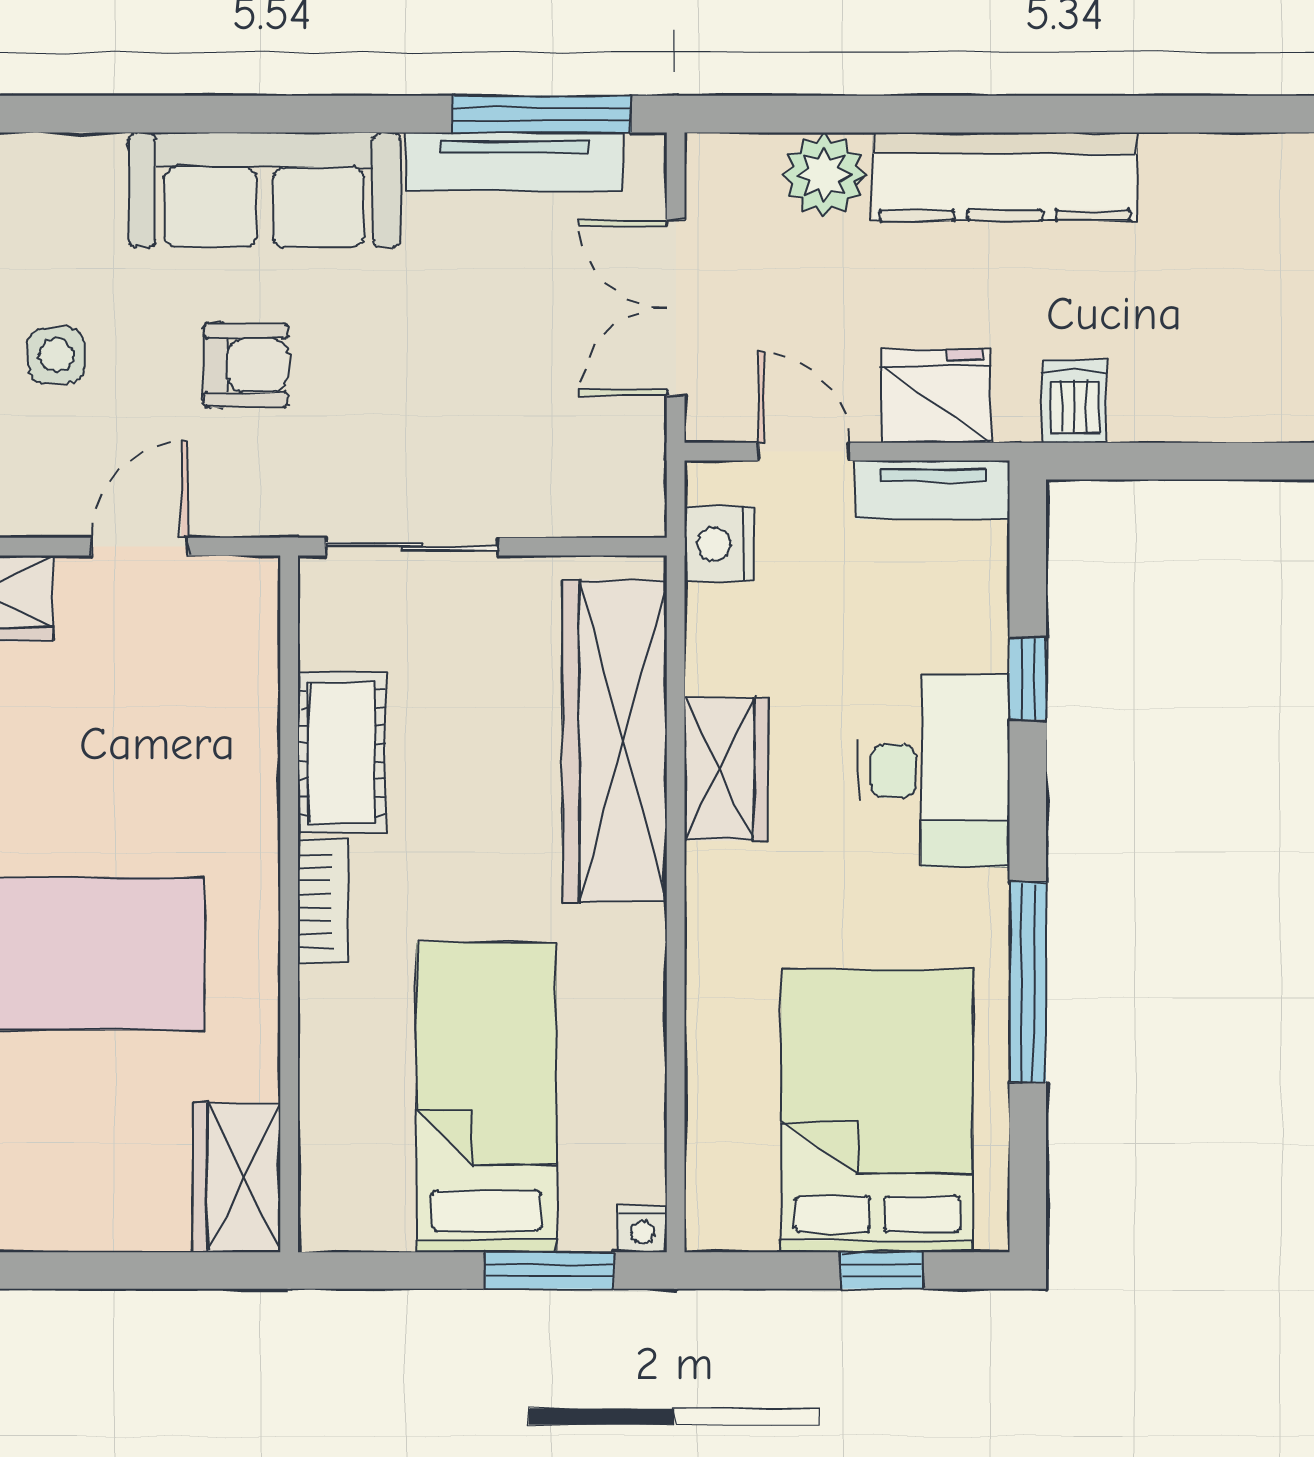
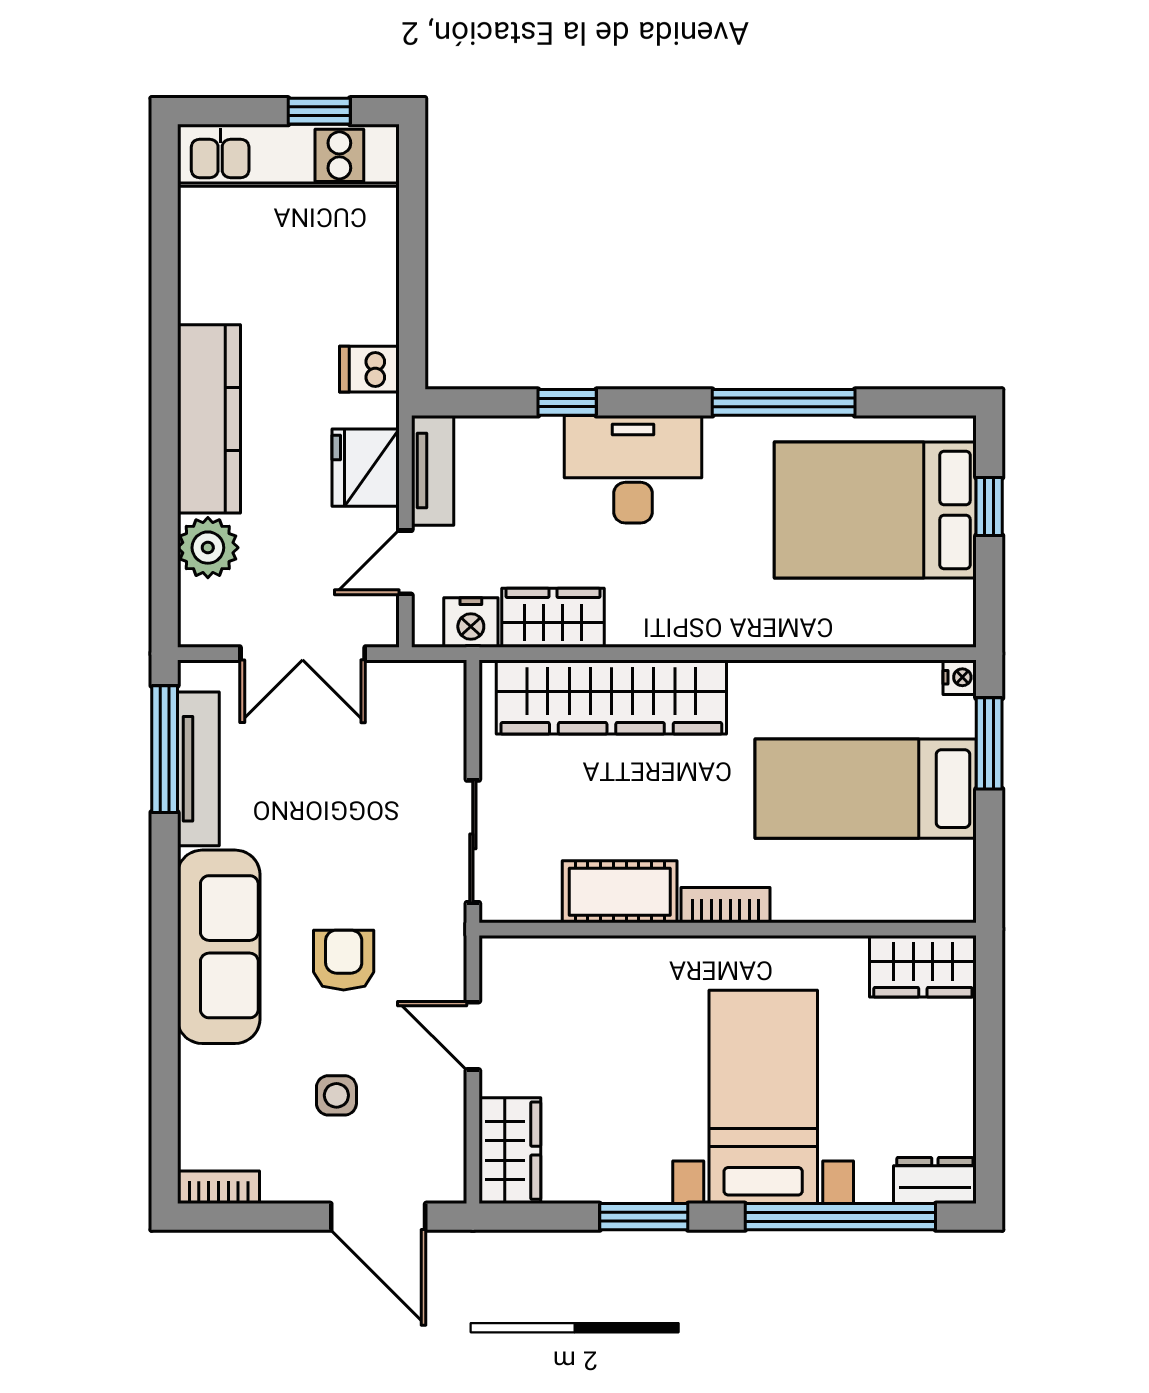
wardrobe: (726, 769) -> (553, 618), moved

